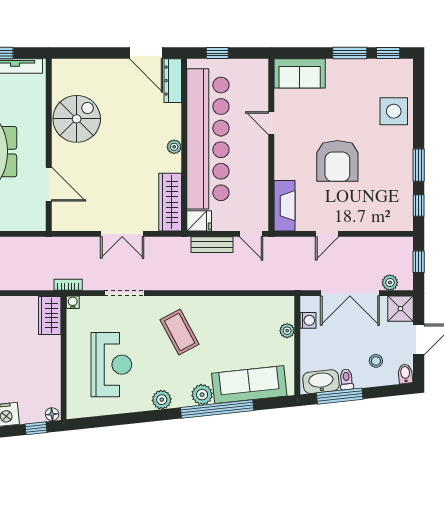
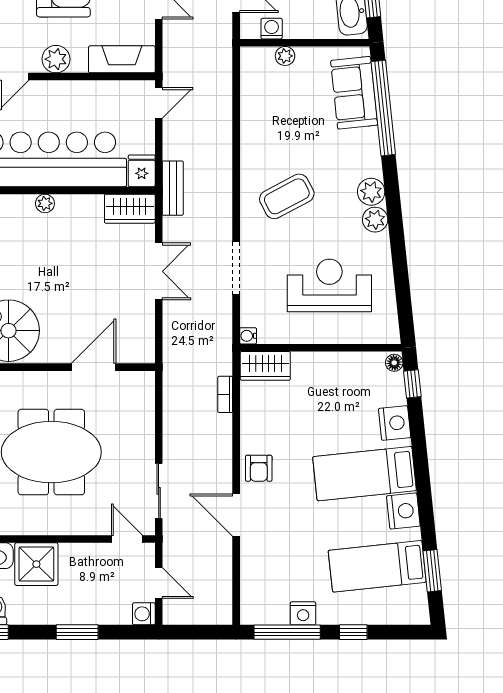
plant: (285, 155) -> (56, 59), added
wardrobe: (170, 202) -> (130, 209), width x0.67
bench: (212, 245) -> (173, 188), moved
bookcase: (68, 285) -> (225, 394), moved
sofa: (249, 385) -> (354, 93), width x0.73
plant: (202, 395) -> (371, 192), moved
window: (217, 409) -> (383, 108), moved

